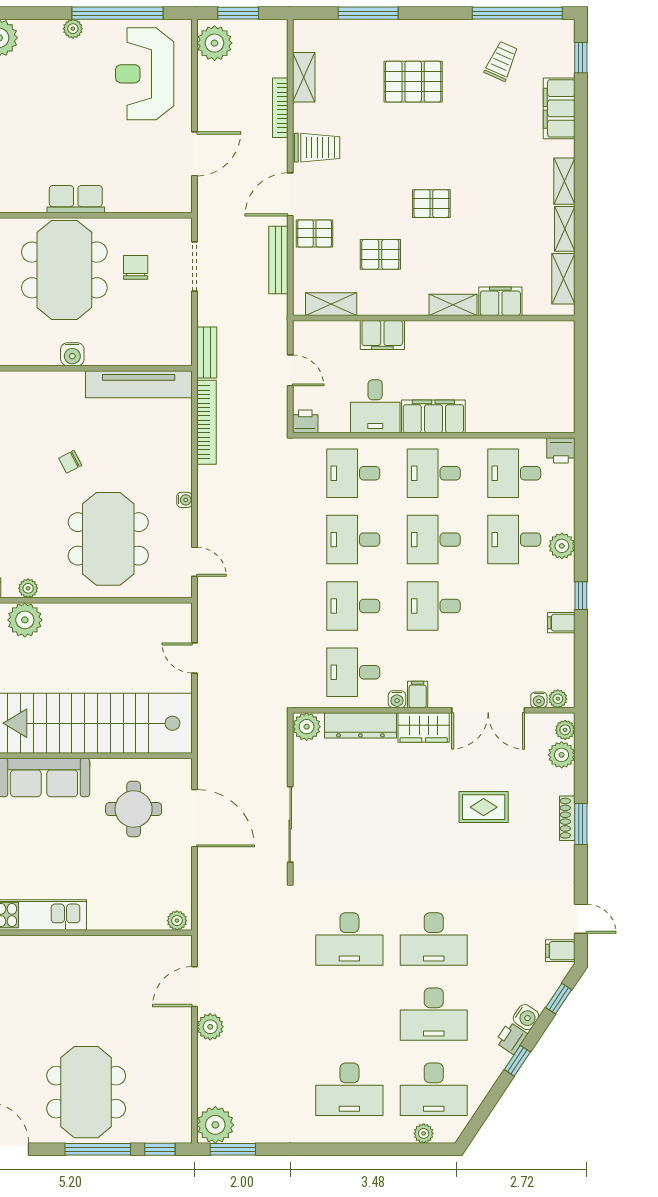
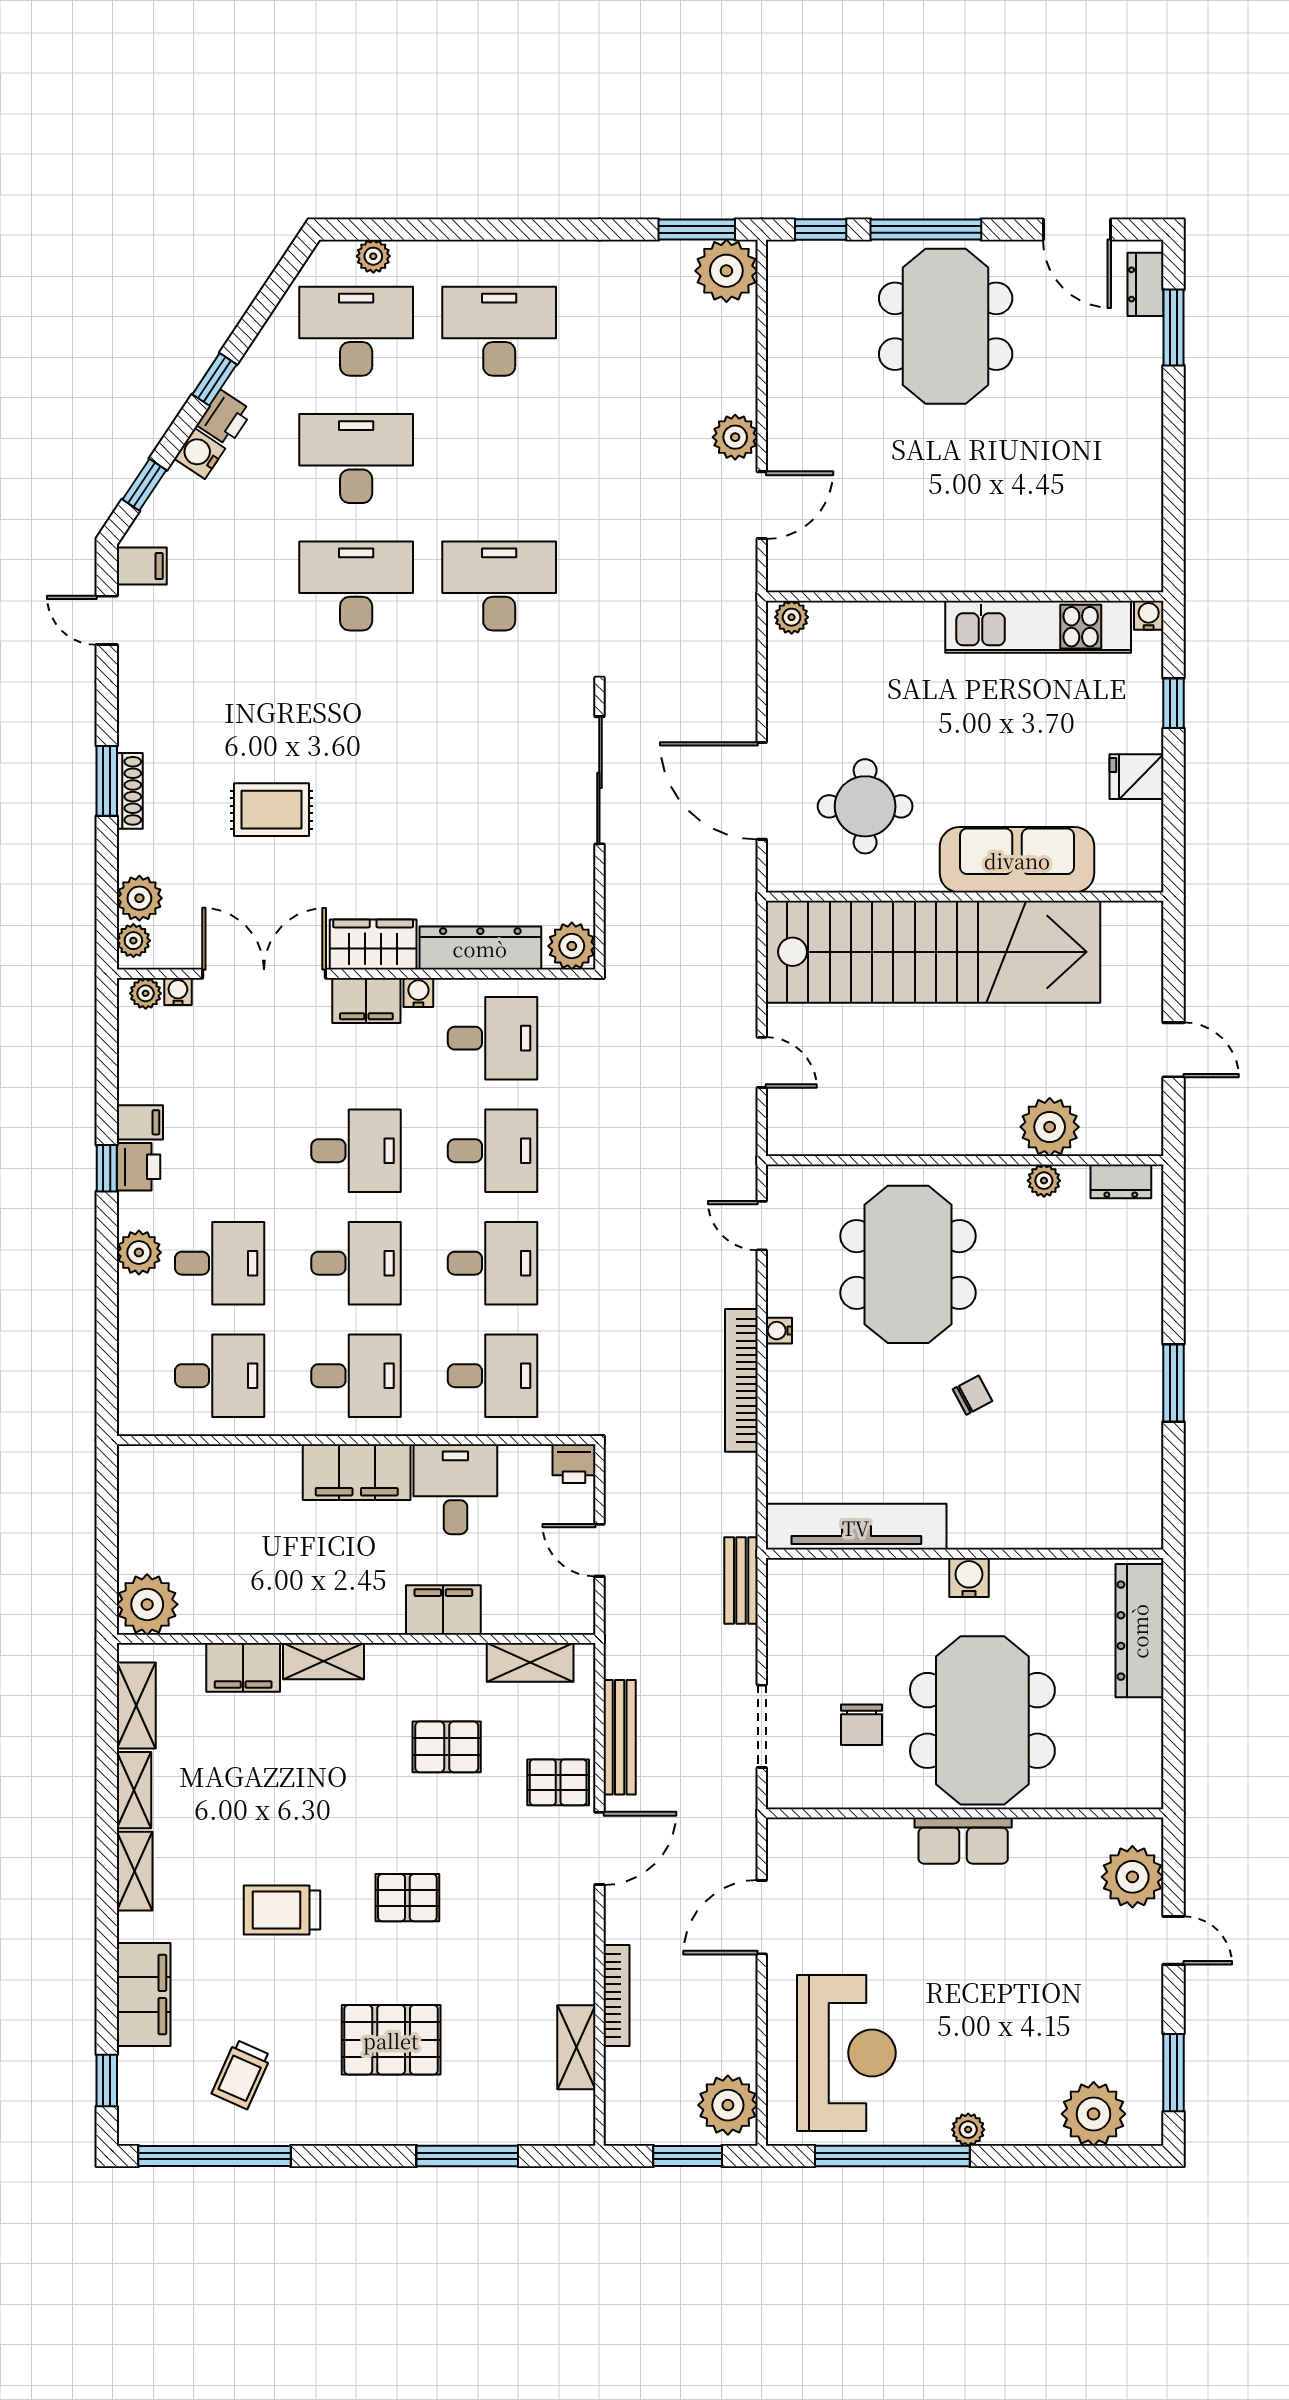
trolley: (317, 148) -> (282, 1910), moved
pallet: (431, 204) -> (407, 1898), moved
plant: (557, 338) -> (147, 1604), added
bookcase: (207, 422) -> (741, 1380), moved
printer: (561, 450) -> (138, 1167), moved, turned 90
filing cabinet: (418, 695) -> (366, 1000), width x2.00

